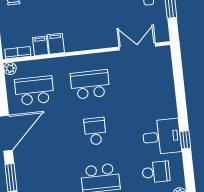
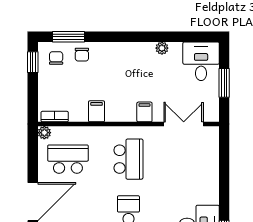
filing cabinet: (40, 46) -> (144, 112), moved
school desk: (90, 84) -> (128, 159), turned 90

